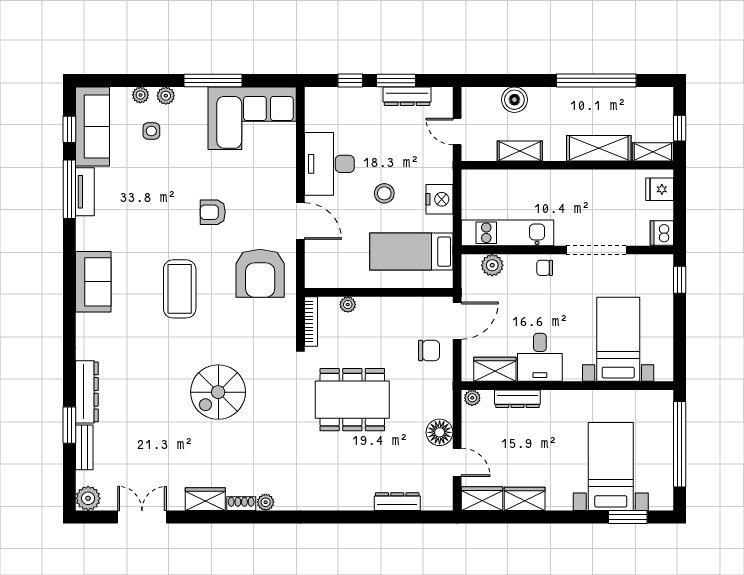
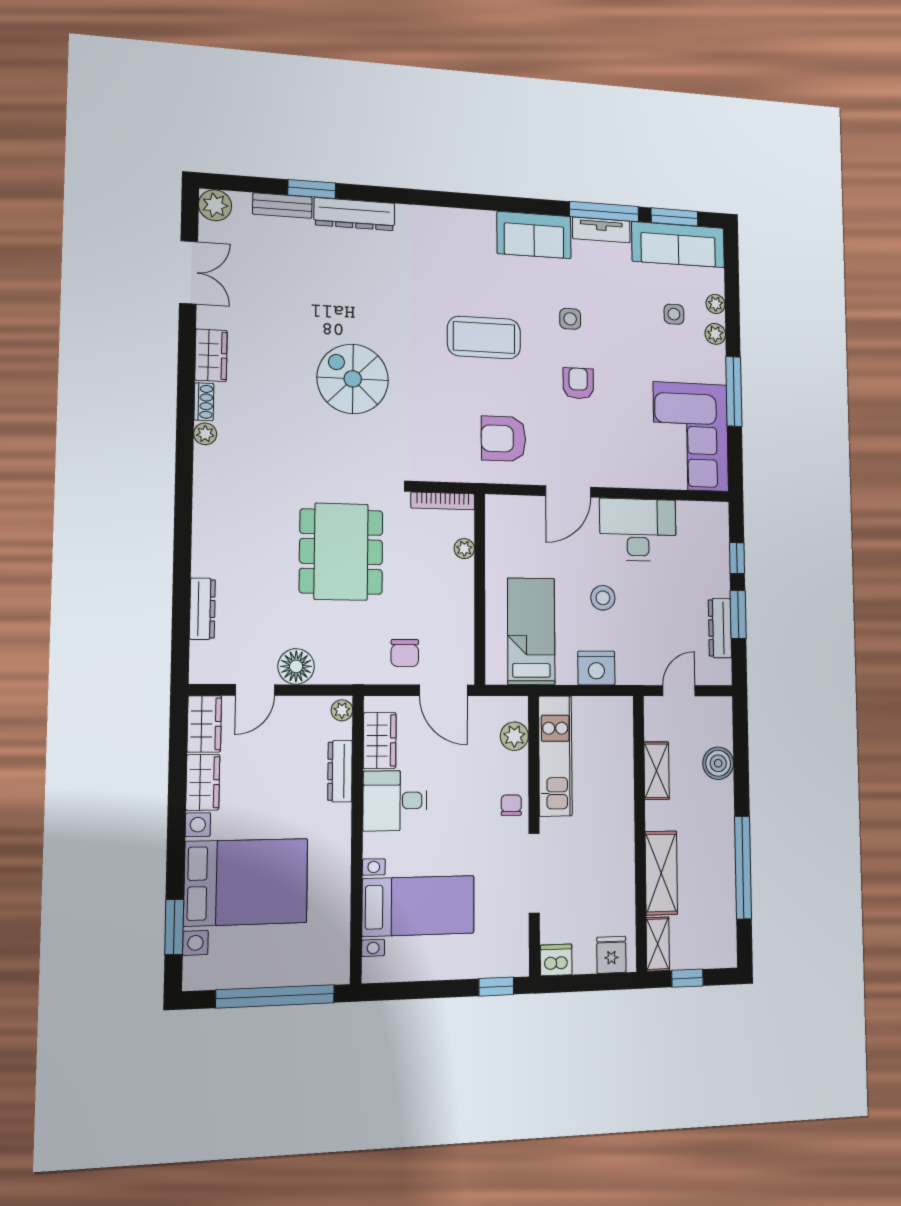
window: (69, 129) -> (674, 217), width x1.50
side table: (160, 218) -> (570, 319), added
armchair: (260, 273) -> (504, 439), width x0.73, depth x0.73
sofa: (93, 282) -> (534, 235), moved
bed with nightstands: (611, 466) -> (246, 882), width x1.36

